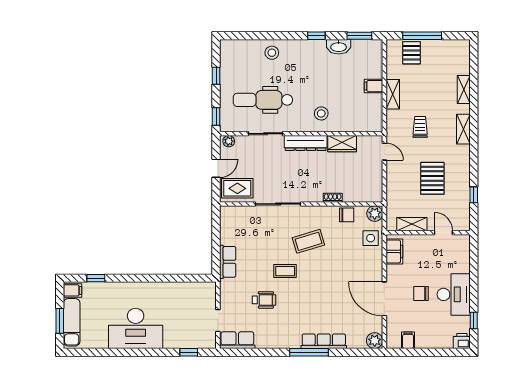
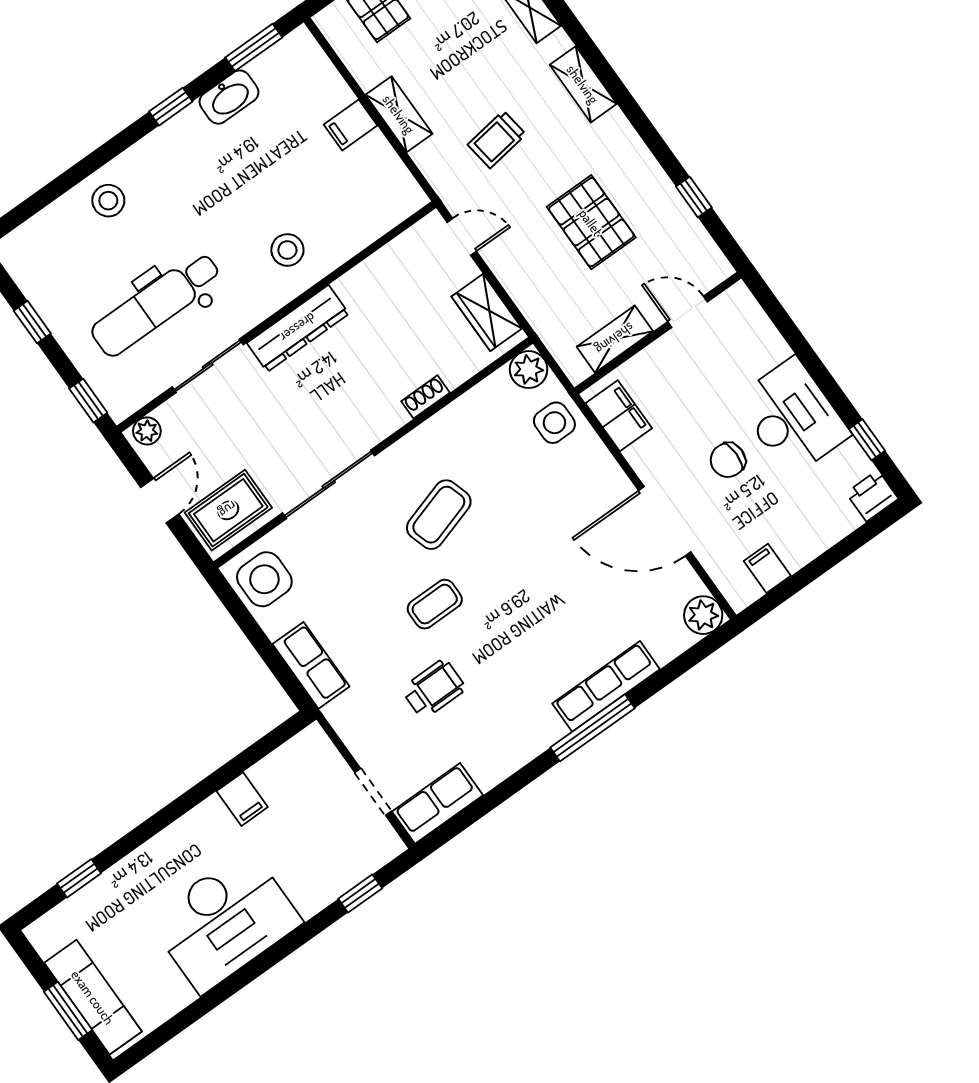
trolley: (420, 127) -> (497, 139), turned -98
wardrobe: (342, 144) -> (487, 312), moved, turned 90
chair: (347, 215) -> (476, 411), removed
side table: (233, 221) -> (264, 579), added
filing cabinet: (72, 290) -> (242, 799), moved, turned 90

